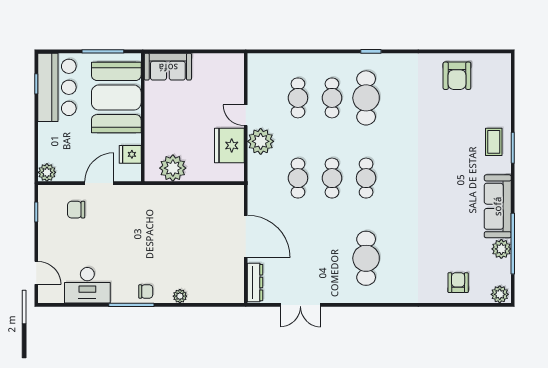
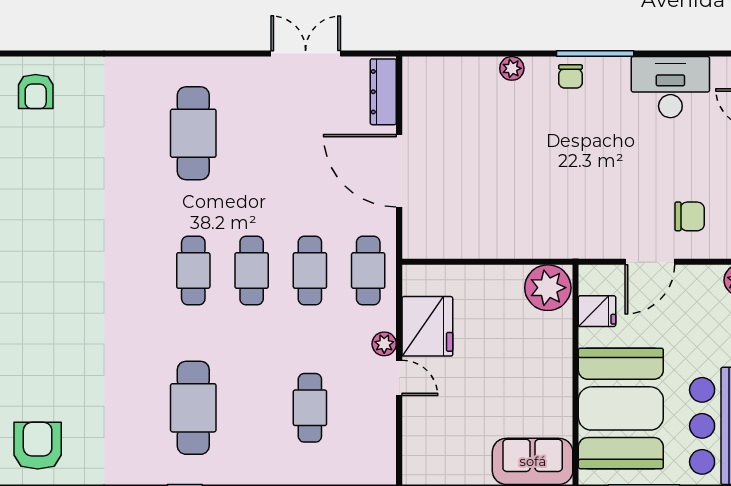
cafe table: (332, 98) -> (368, 271), moved
plant: (261, 141) -> (384, 344), width x0.53, depth x0.53
plant: (173, 168) -> (548, 288), moved
chair: (146, 291) -> (571, 76), turned -90

